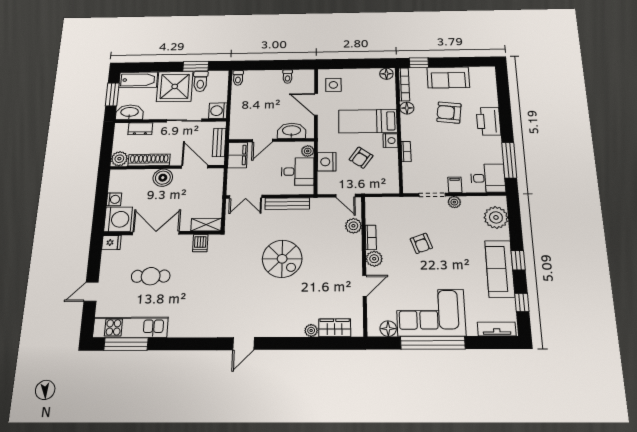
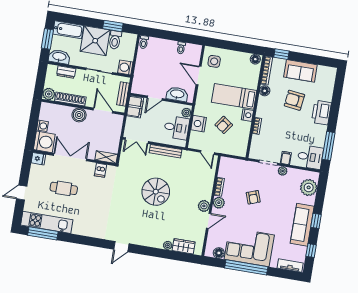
plant: (353, 226) -> (204, 206), moved

